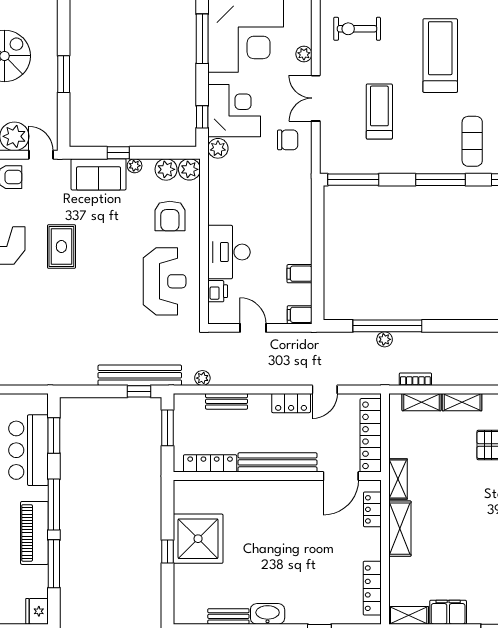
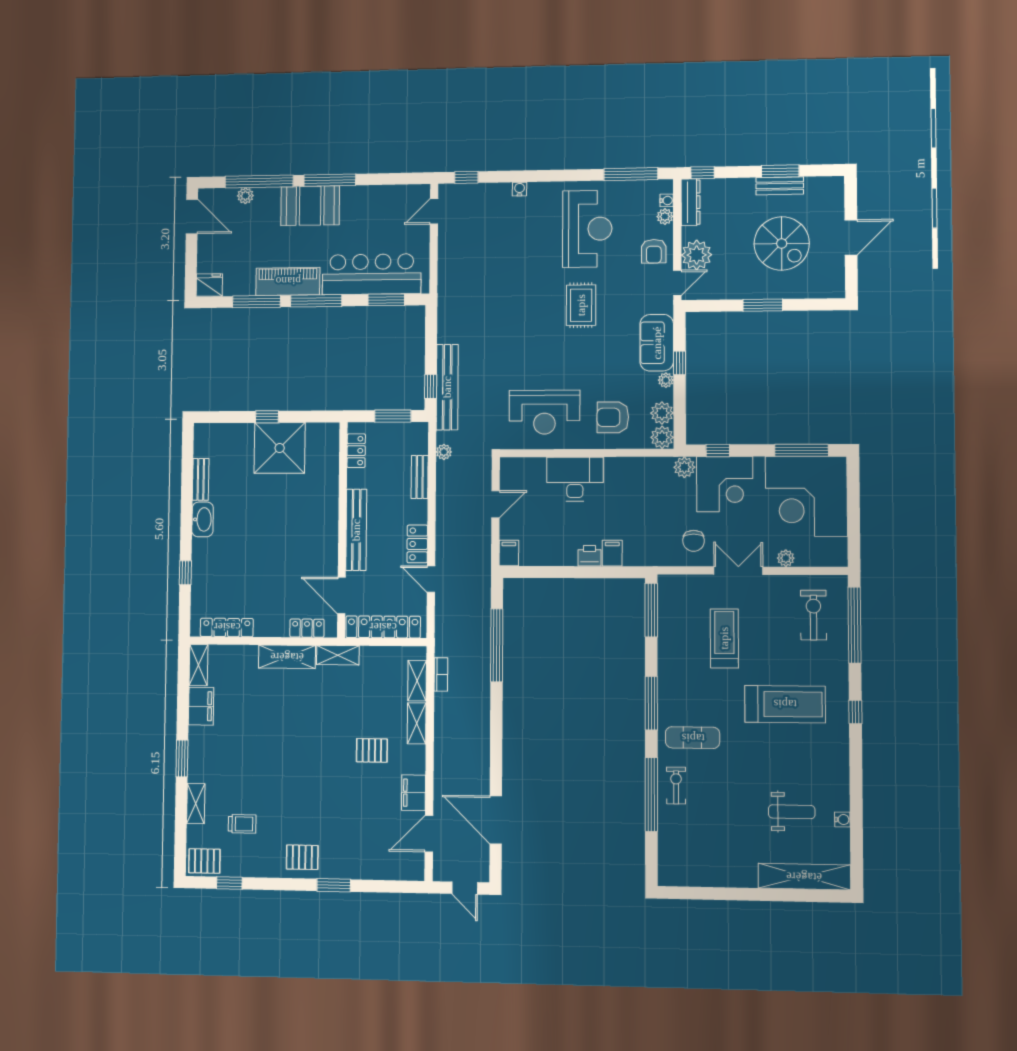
treadmill: (379, 111) -> (724, 638), turned -90
rug: (61, 247) -> (581, 305), turned 90
filing cabinet: (299, 274) -> (612, 553), moved
printer: (218, 291) -> (589, 556), moved, turned 180
plant: (385, 339) -> (483, 642), removed
bar counter: (28, 450) -> (372, 274), width x1.36
locker: (210, 463) -> (356, 451), width x0.66

